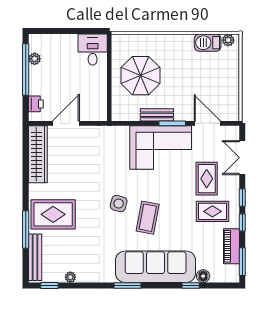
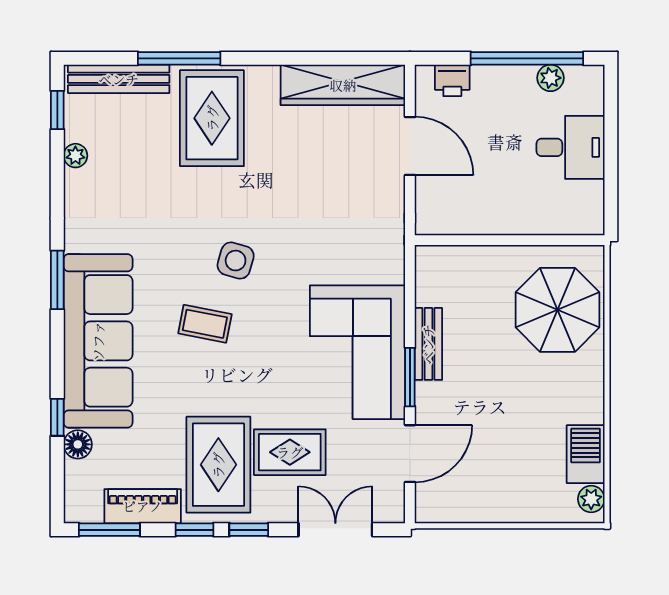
desk: (93, 50) -> (570, 147), moved
parasol: (140, 76) -> (557, 310), moved
rug: (212, 211) -> (218, 465), width x1.36, depth x1.43
coffee table: (148, 218) -> (205, 324), width x0.73, depth x0.77

